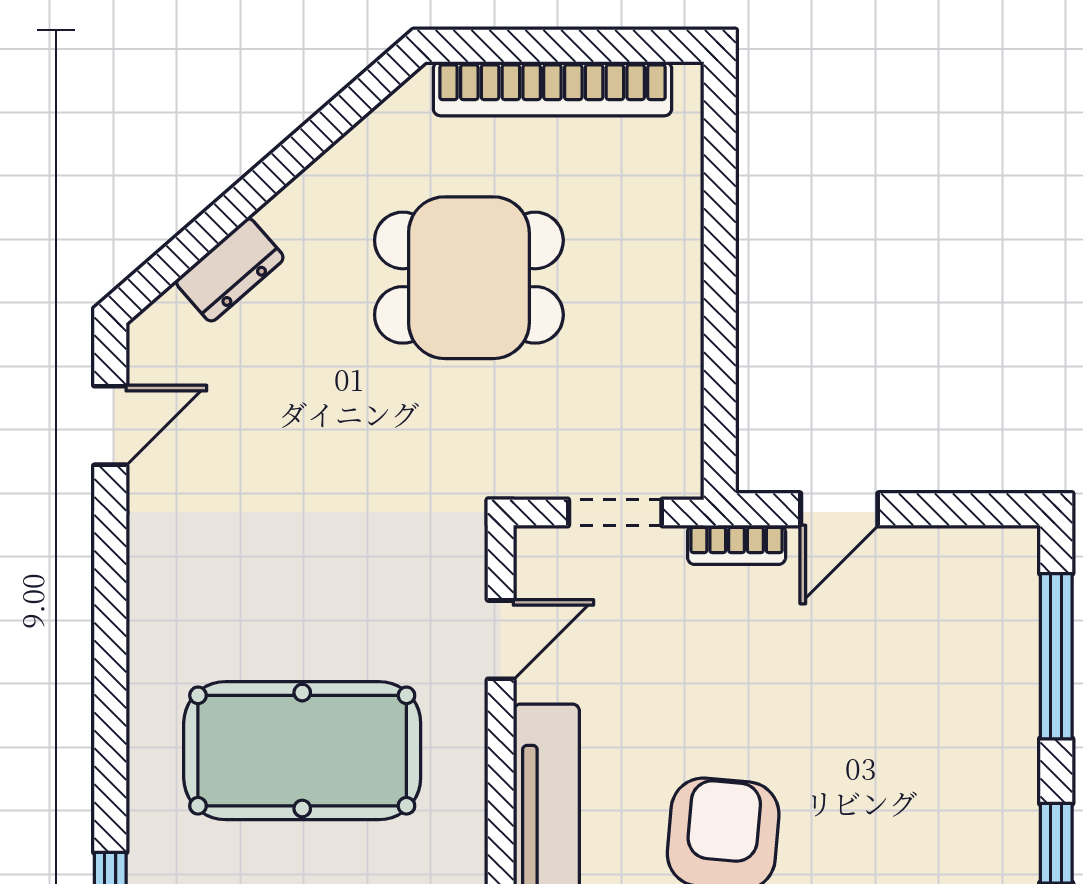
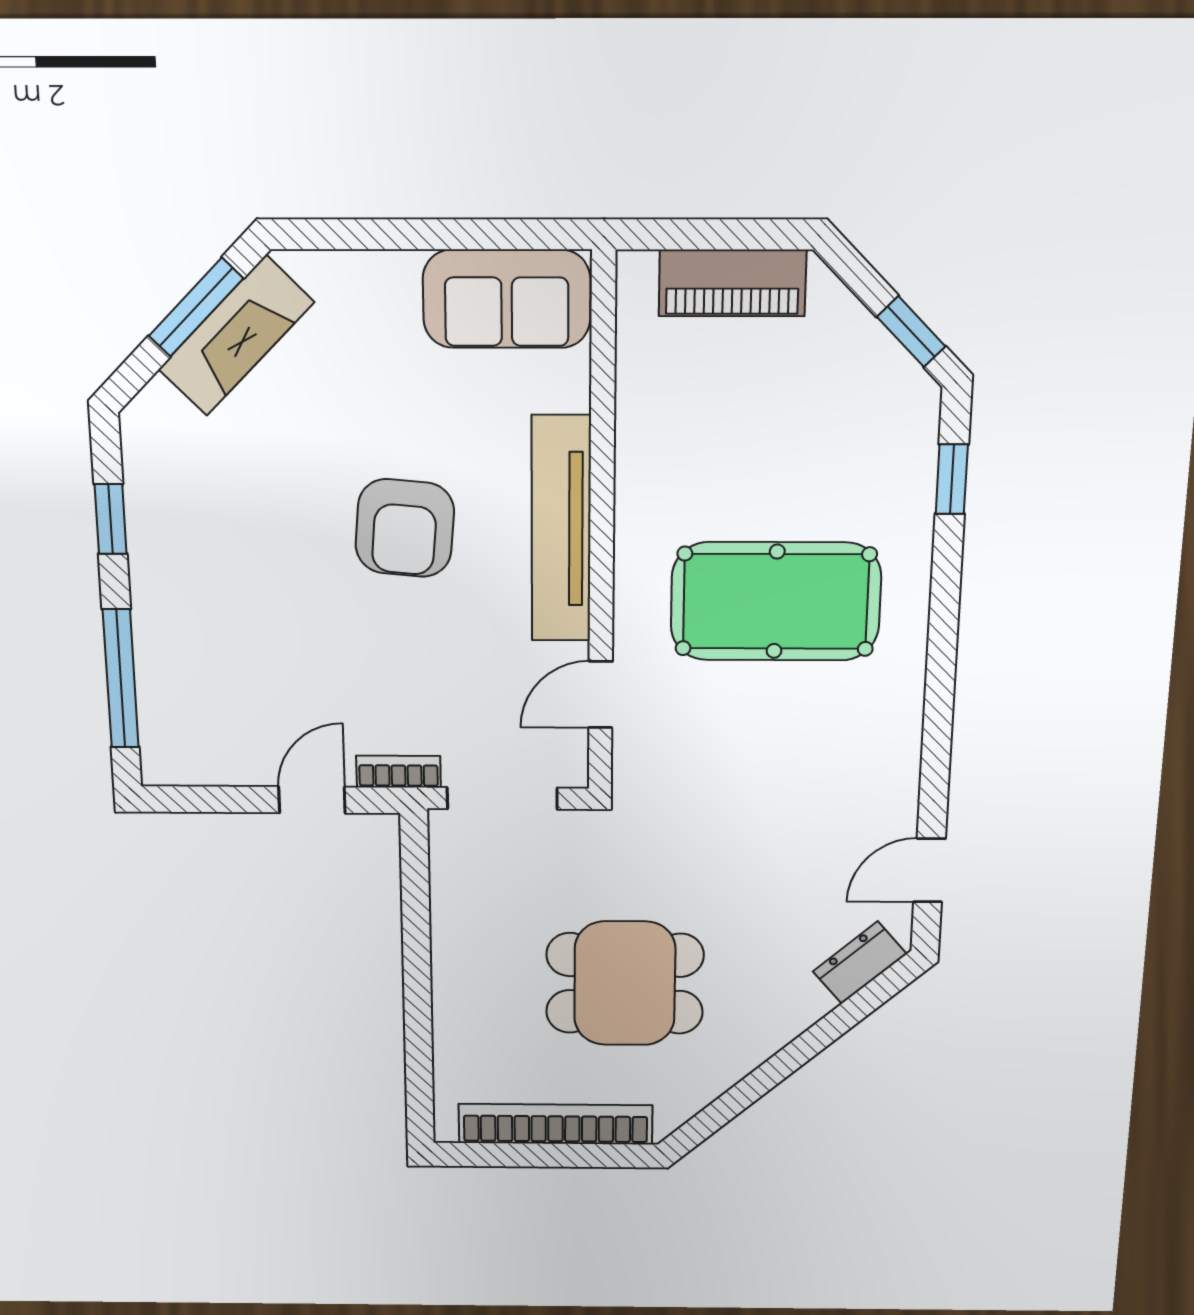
dresser: (230, 270) -> (860, 963), moved
doorway: (615, 512) -> (502, 798), width x1.37

